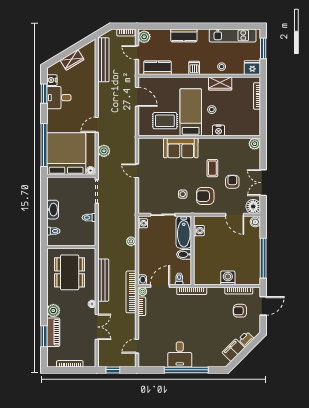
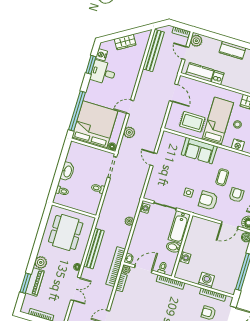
dishwasher: (194, 68) -> (218, 78), moved
door: (235, 215) -> (230, 225), hinge flipped
washing machine: (199, 231) -> (185, 258), moved

